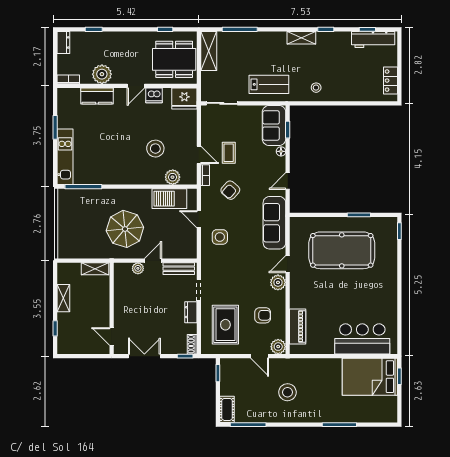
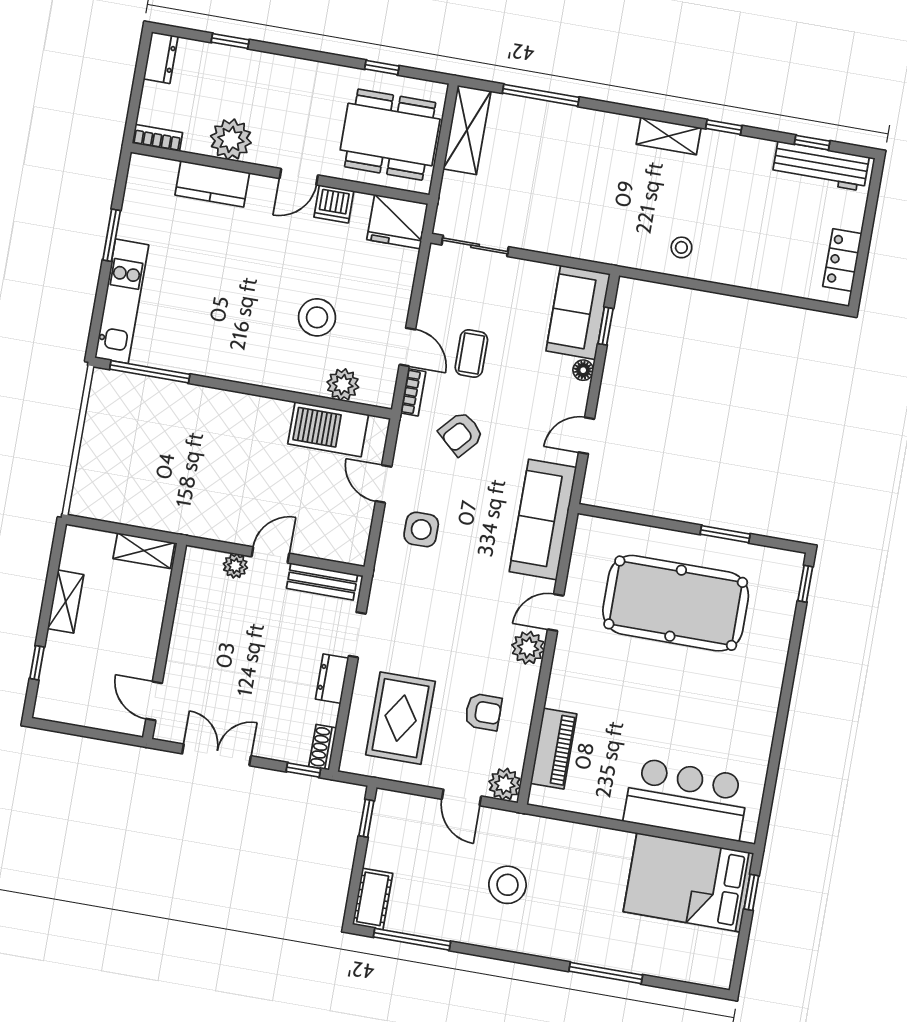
lab bench: (269, 84) -> (582, 223), removed
parasol: (125, 229) -> (223, 477), removed

